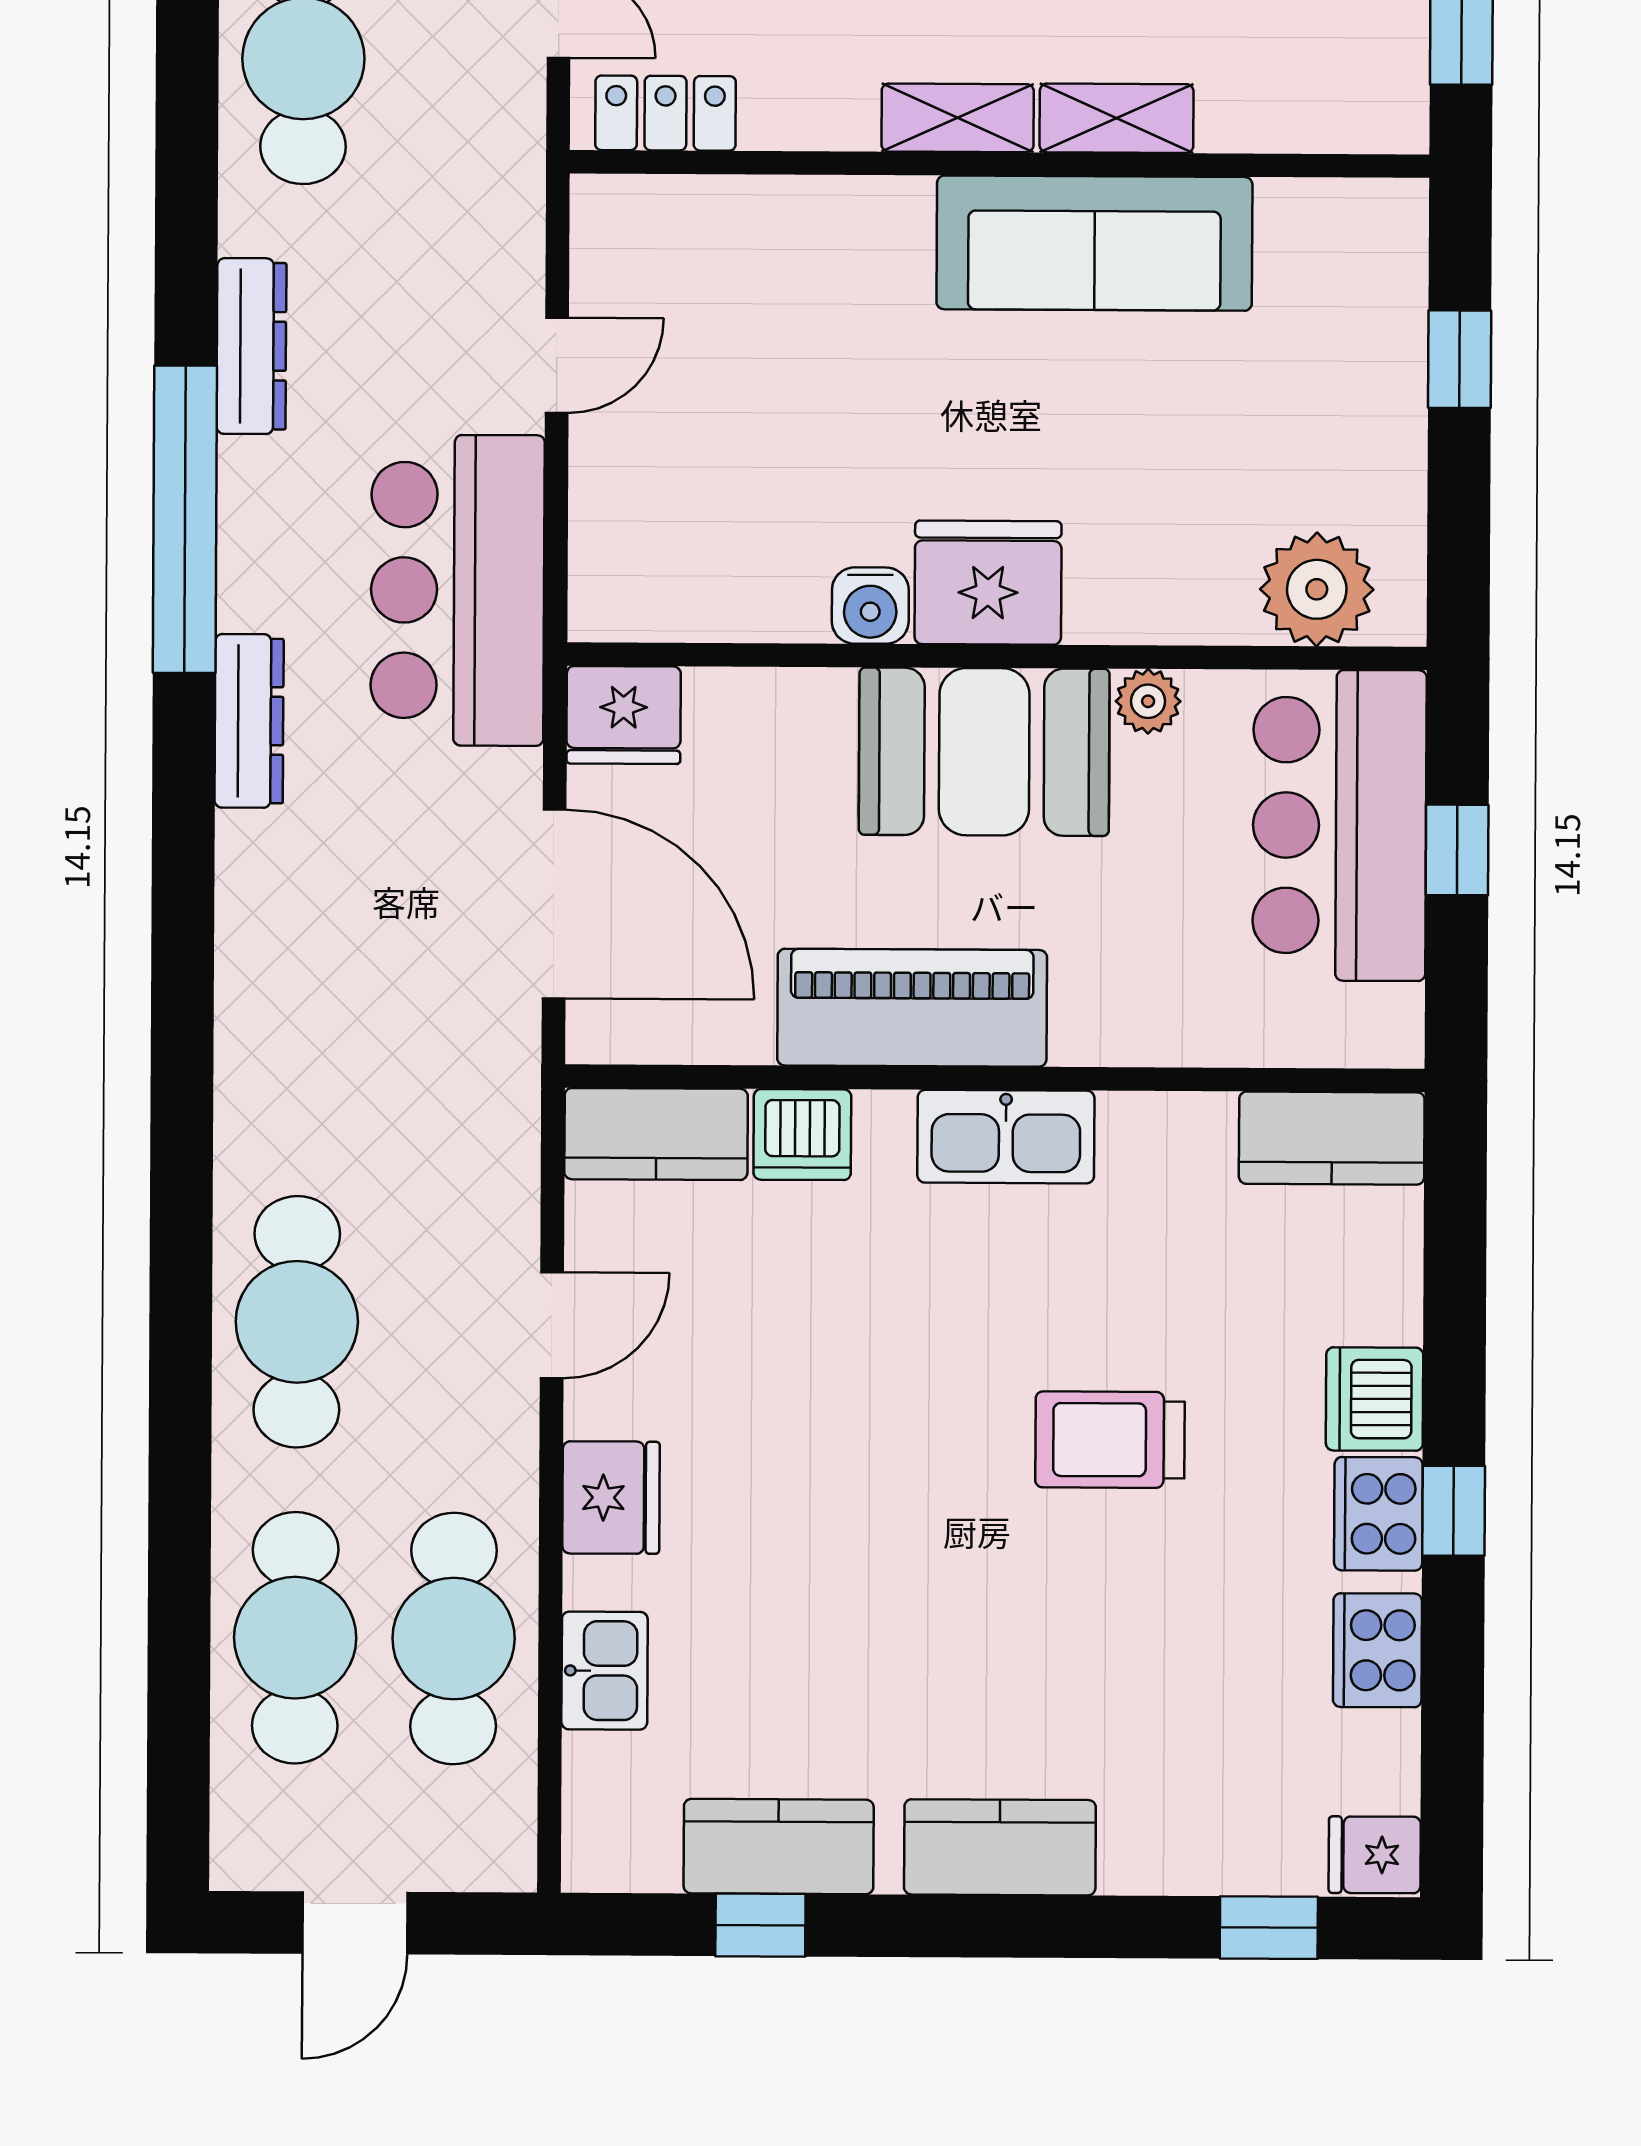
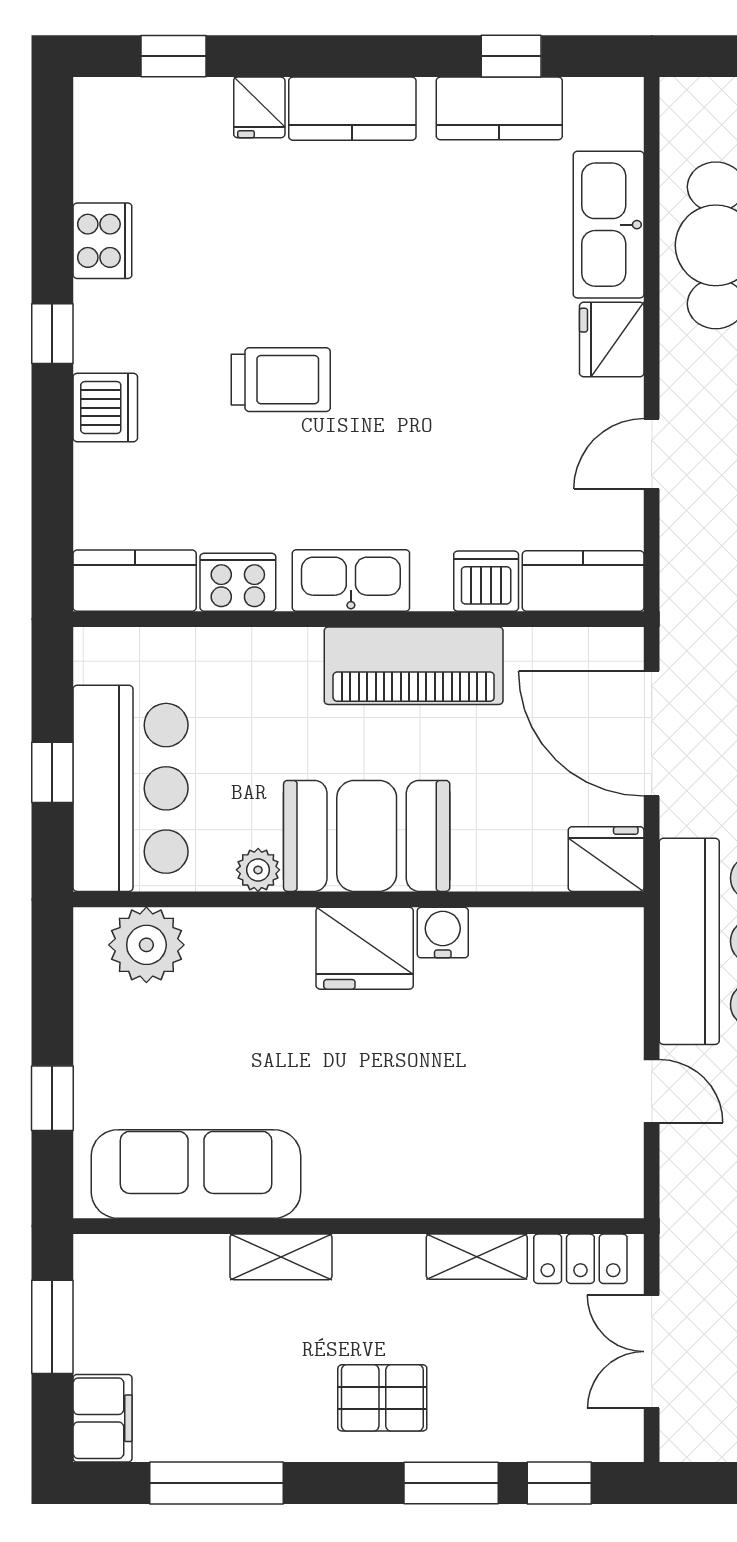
shelving: (958, 118) -> (477, 1257), moved
sofa: (1094, 243) -> (196, 1174), moved
door: (557, 365) -> (652, 1091), swing flipped
cooker: (1378, 1514) -> (238, 582), moved, turned -90
kitchen sink: (605, 1671) -> (609, 225), width x1.88, depth x1.24
fridge: (1375, 1855) -> (259, 107), moved, turned 90

